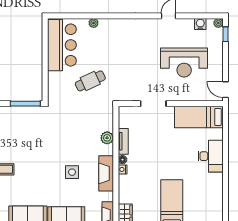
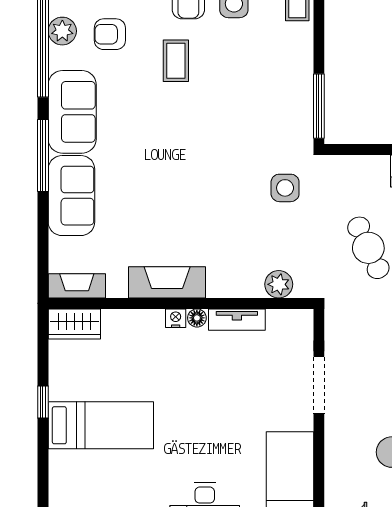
plant: (107, 138) -> (279, 284), moved
side table: (72, 172) -> (285, 188), moved

